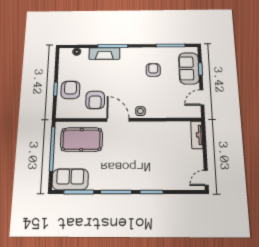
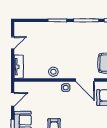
stool: (155, 129) -> (53, 72), added
door: (206, 178) -> (13, 43), moved

